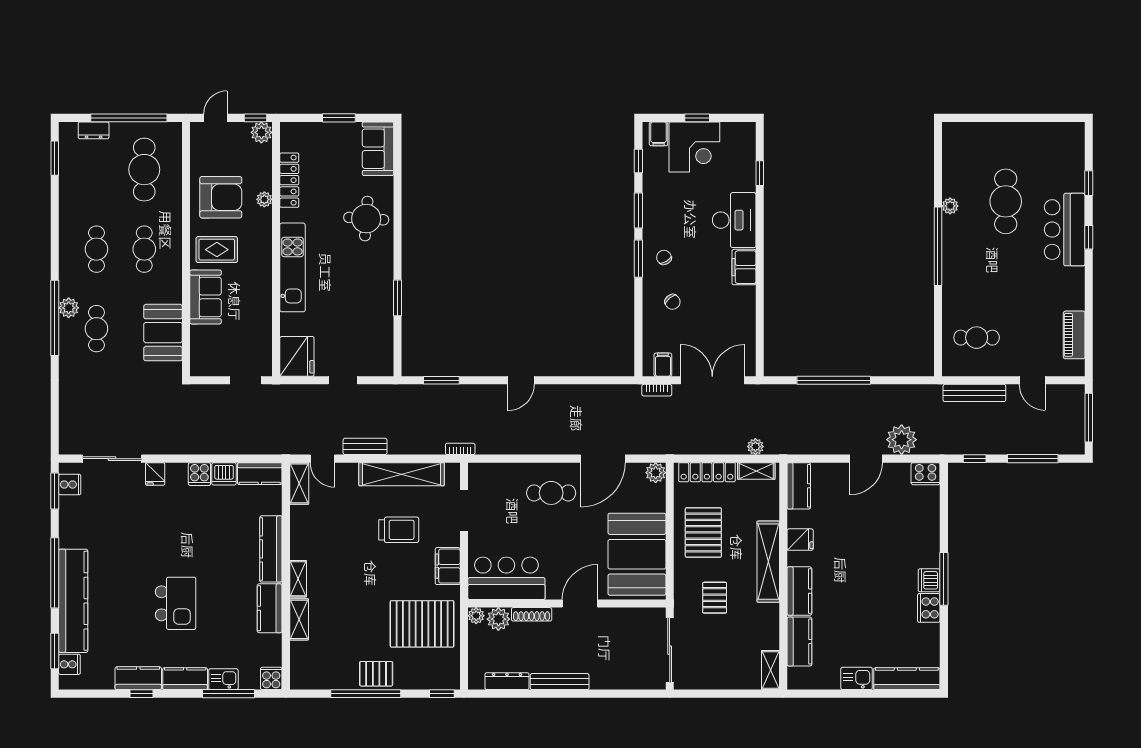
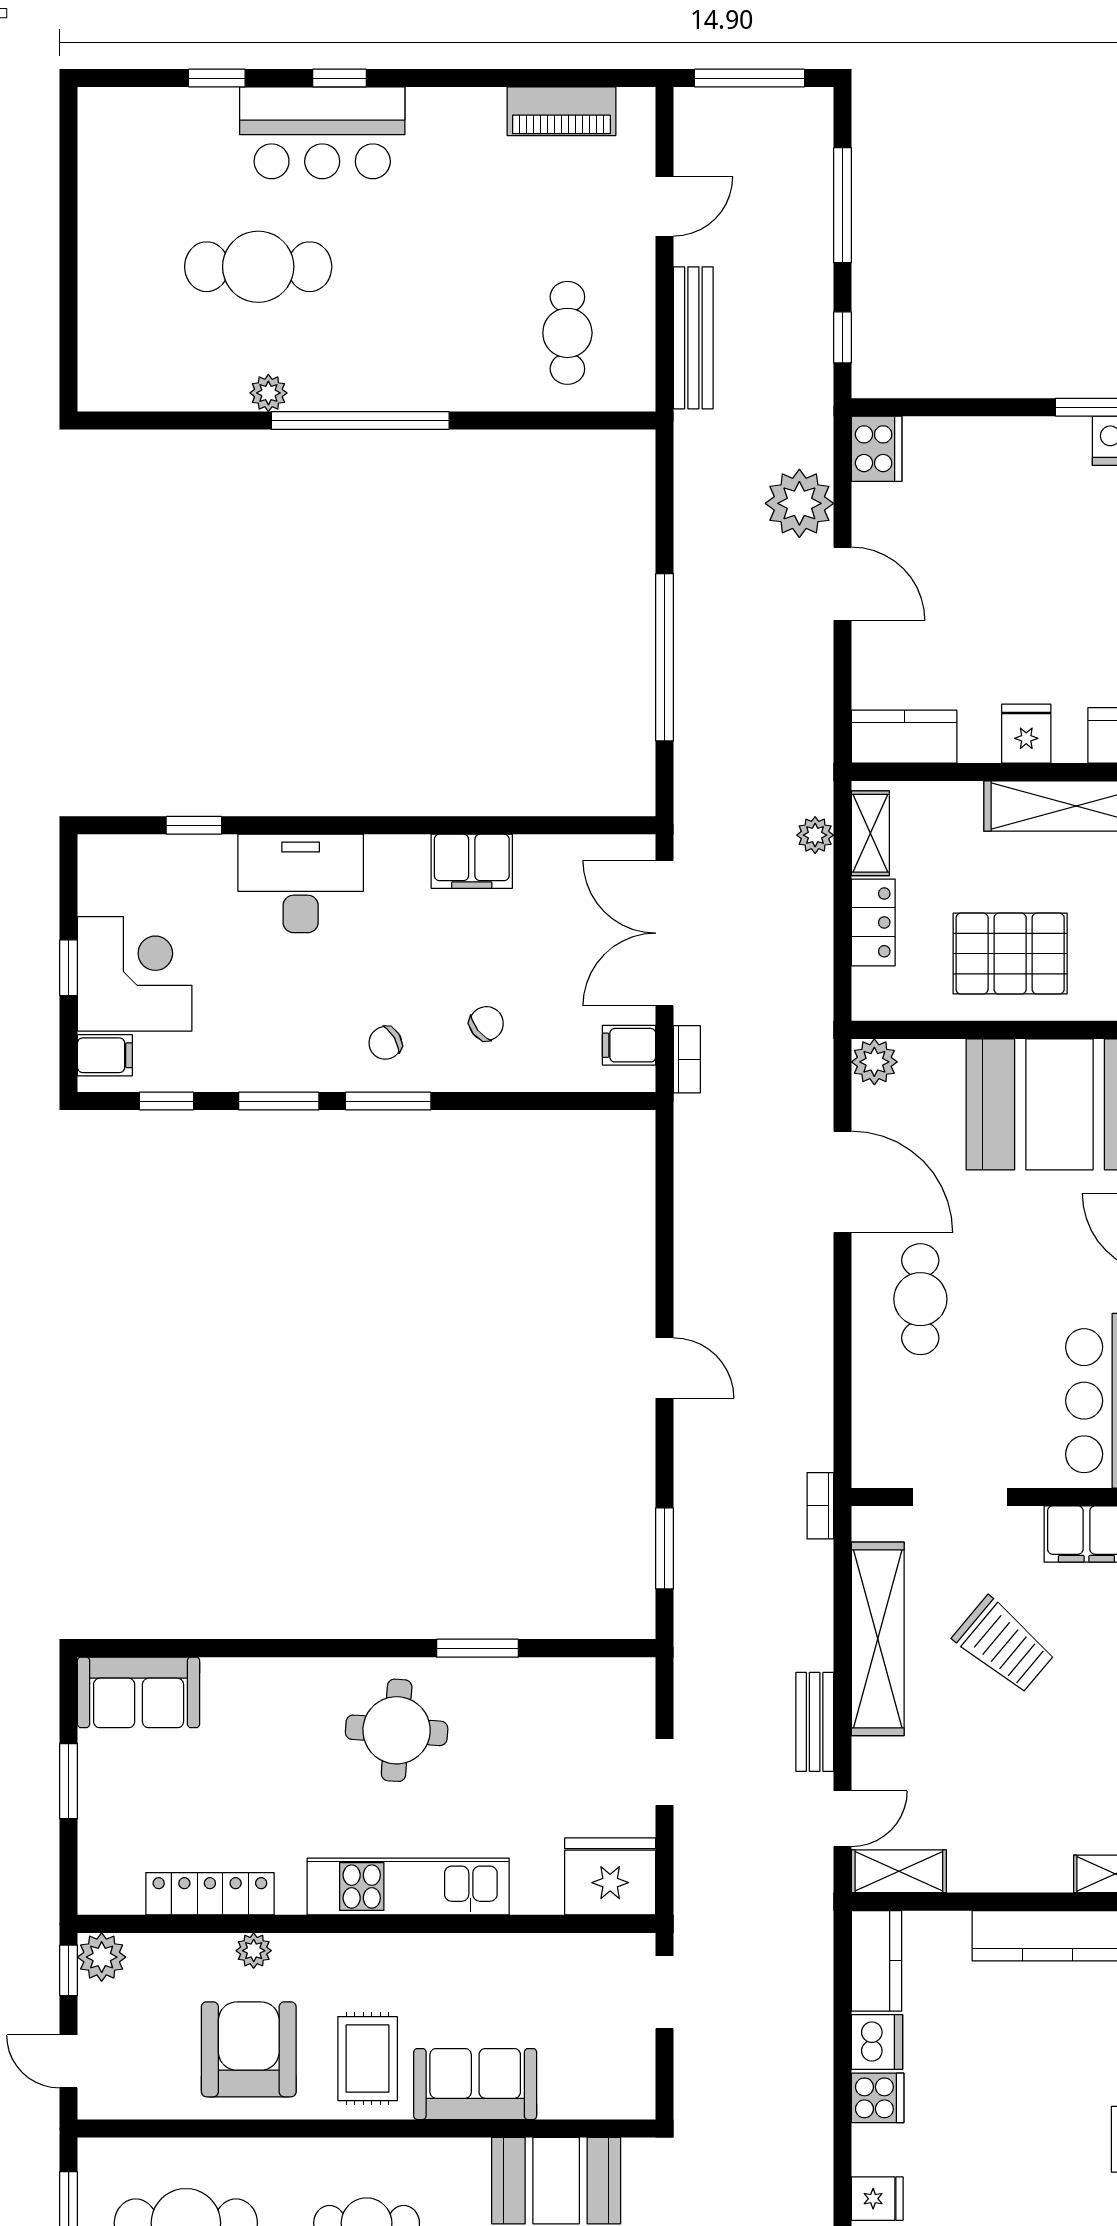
round table: (366, 219) -> (397, 1730), moved
filing cabinet: (744, 267) -> (472, 861), moved
locker: (707, 472) -> (873, 922), width x0.66
trolley: (399, 530) -> (1004, 1645), turned 130

